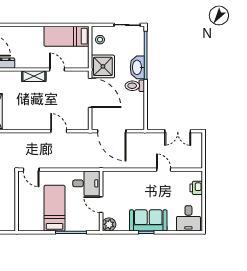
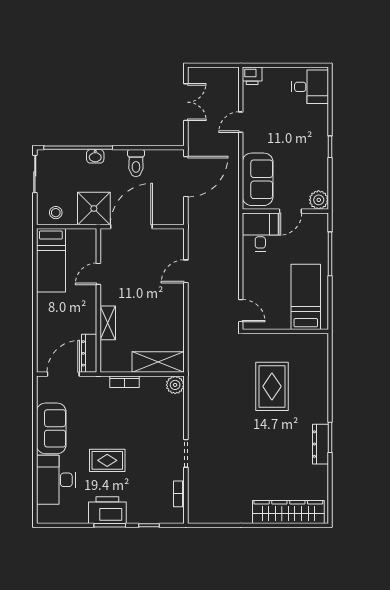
washbasin: (137, 67) -> (95, 156), width x0.52, depth x0.69
shelving: (34, 76) -> (108, 323), moved
toilet: (135, 86) -> (136, 163), moved
door: (112, 131) -> (186, 177), moved
door: (31, 170) -> (241, 311), hinge flipped
printer: (196, 188) -> (252, 76), moved
bed: (55, 208) -> (306, 297), moved, turned 90
sofa: (148, 220) -> (258, 179), moved, turned 180

